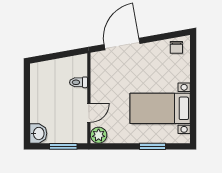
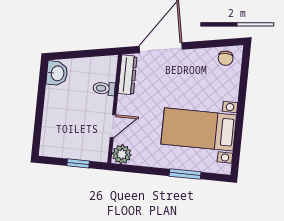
dresser: (97, 69) -> (127, 75), added
washbasin: (38, 133) -> (57, 73), moved
window: (63, 146) -> (78, 163), width x0.67

